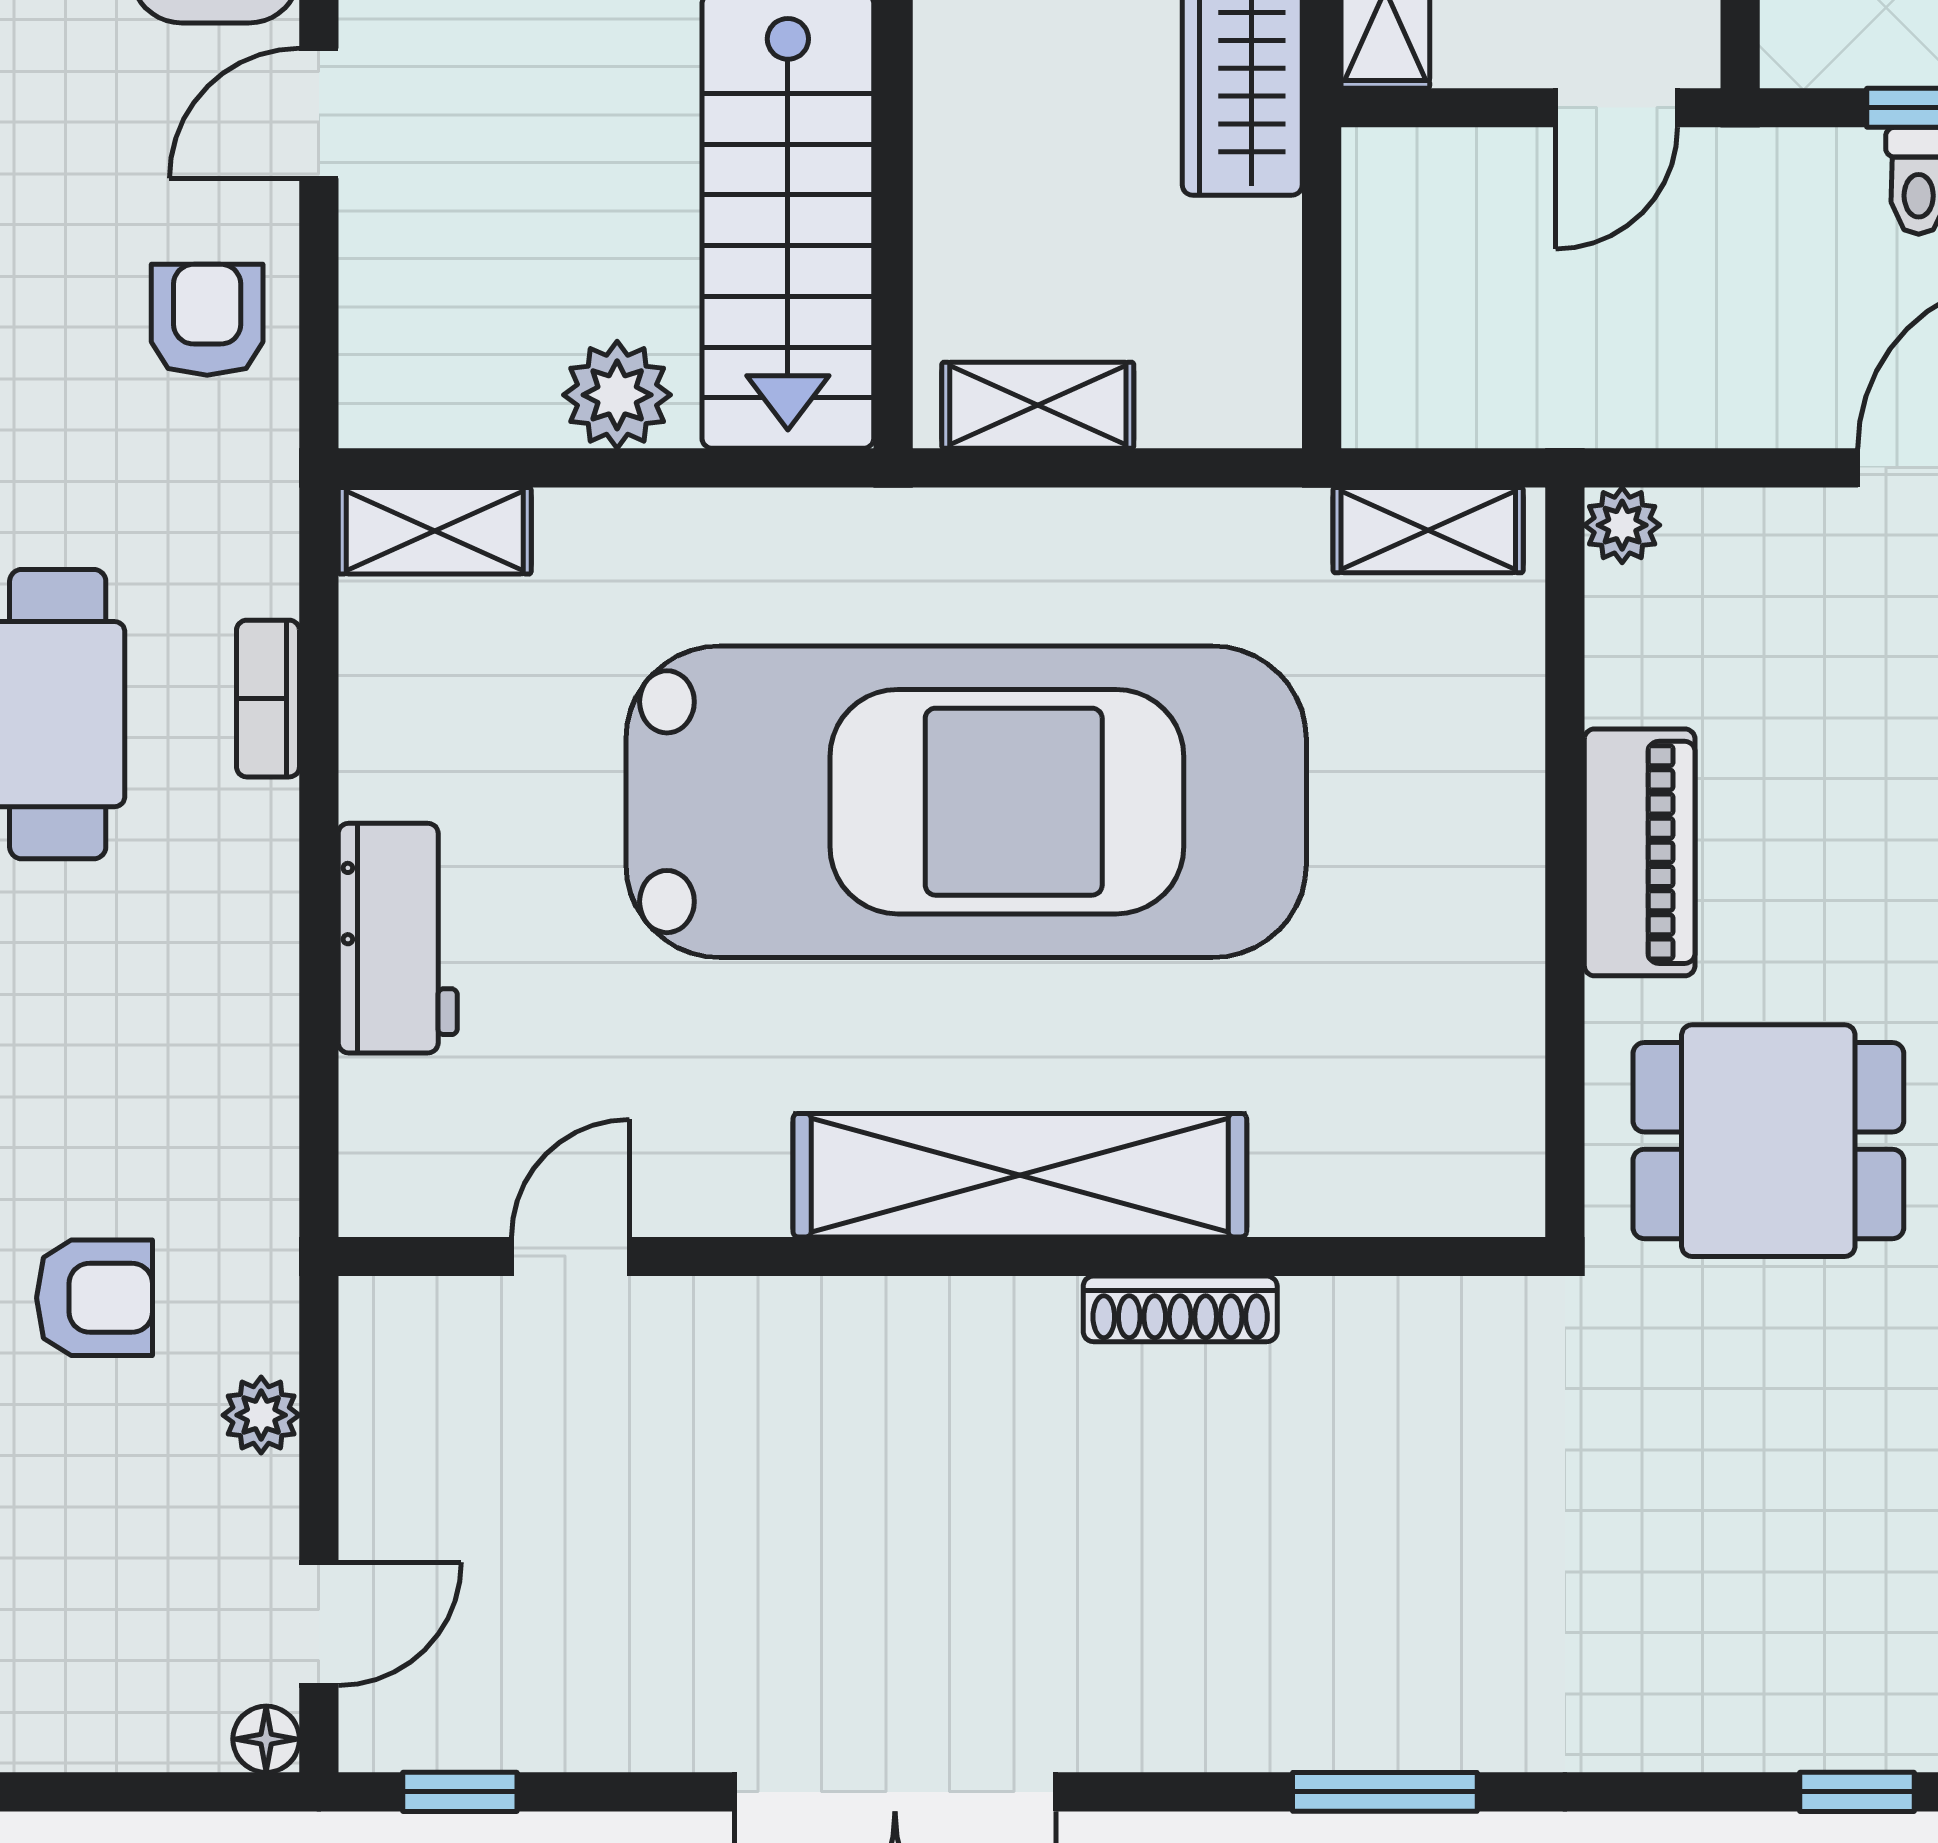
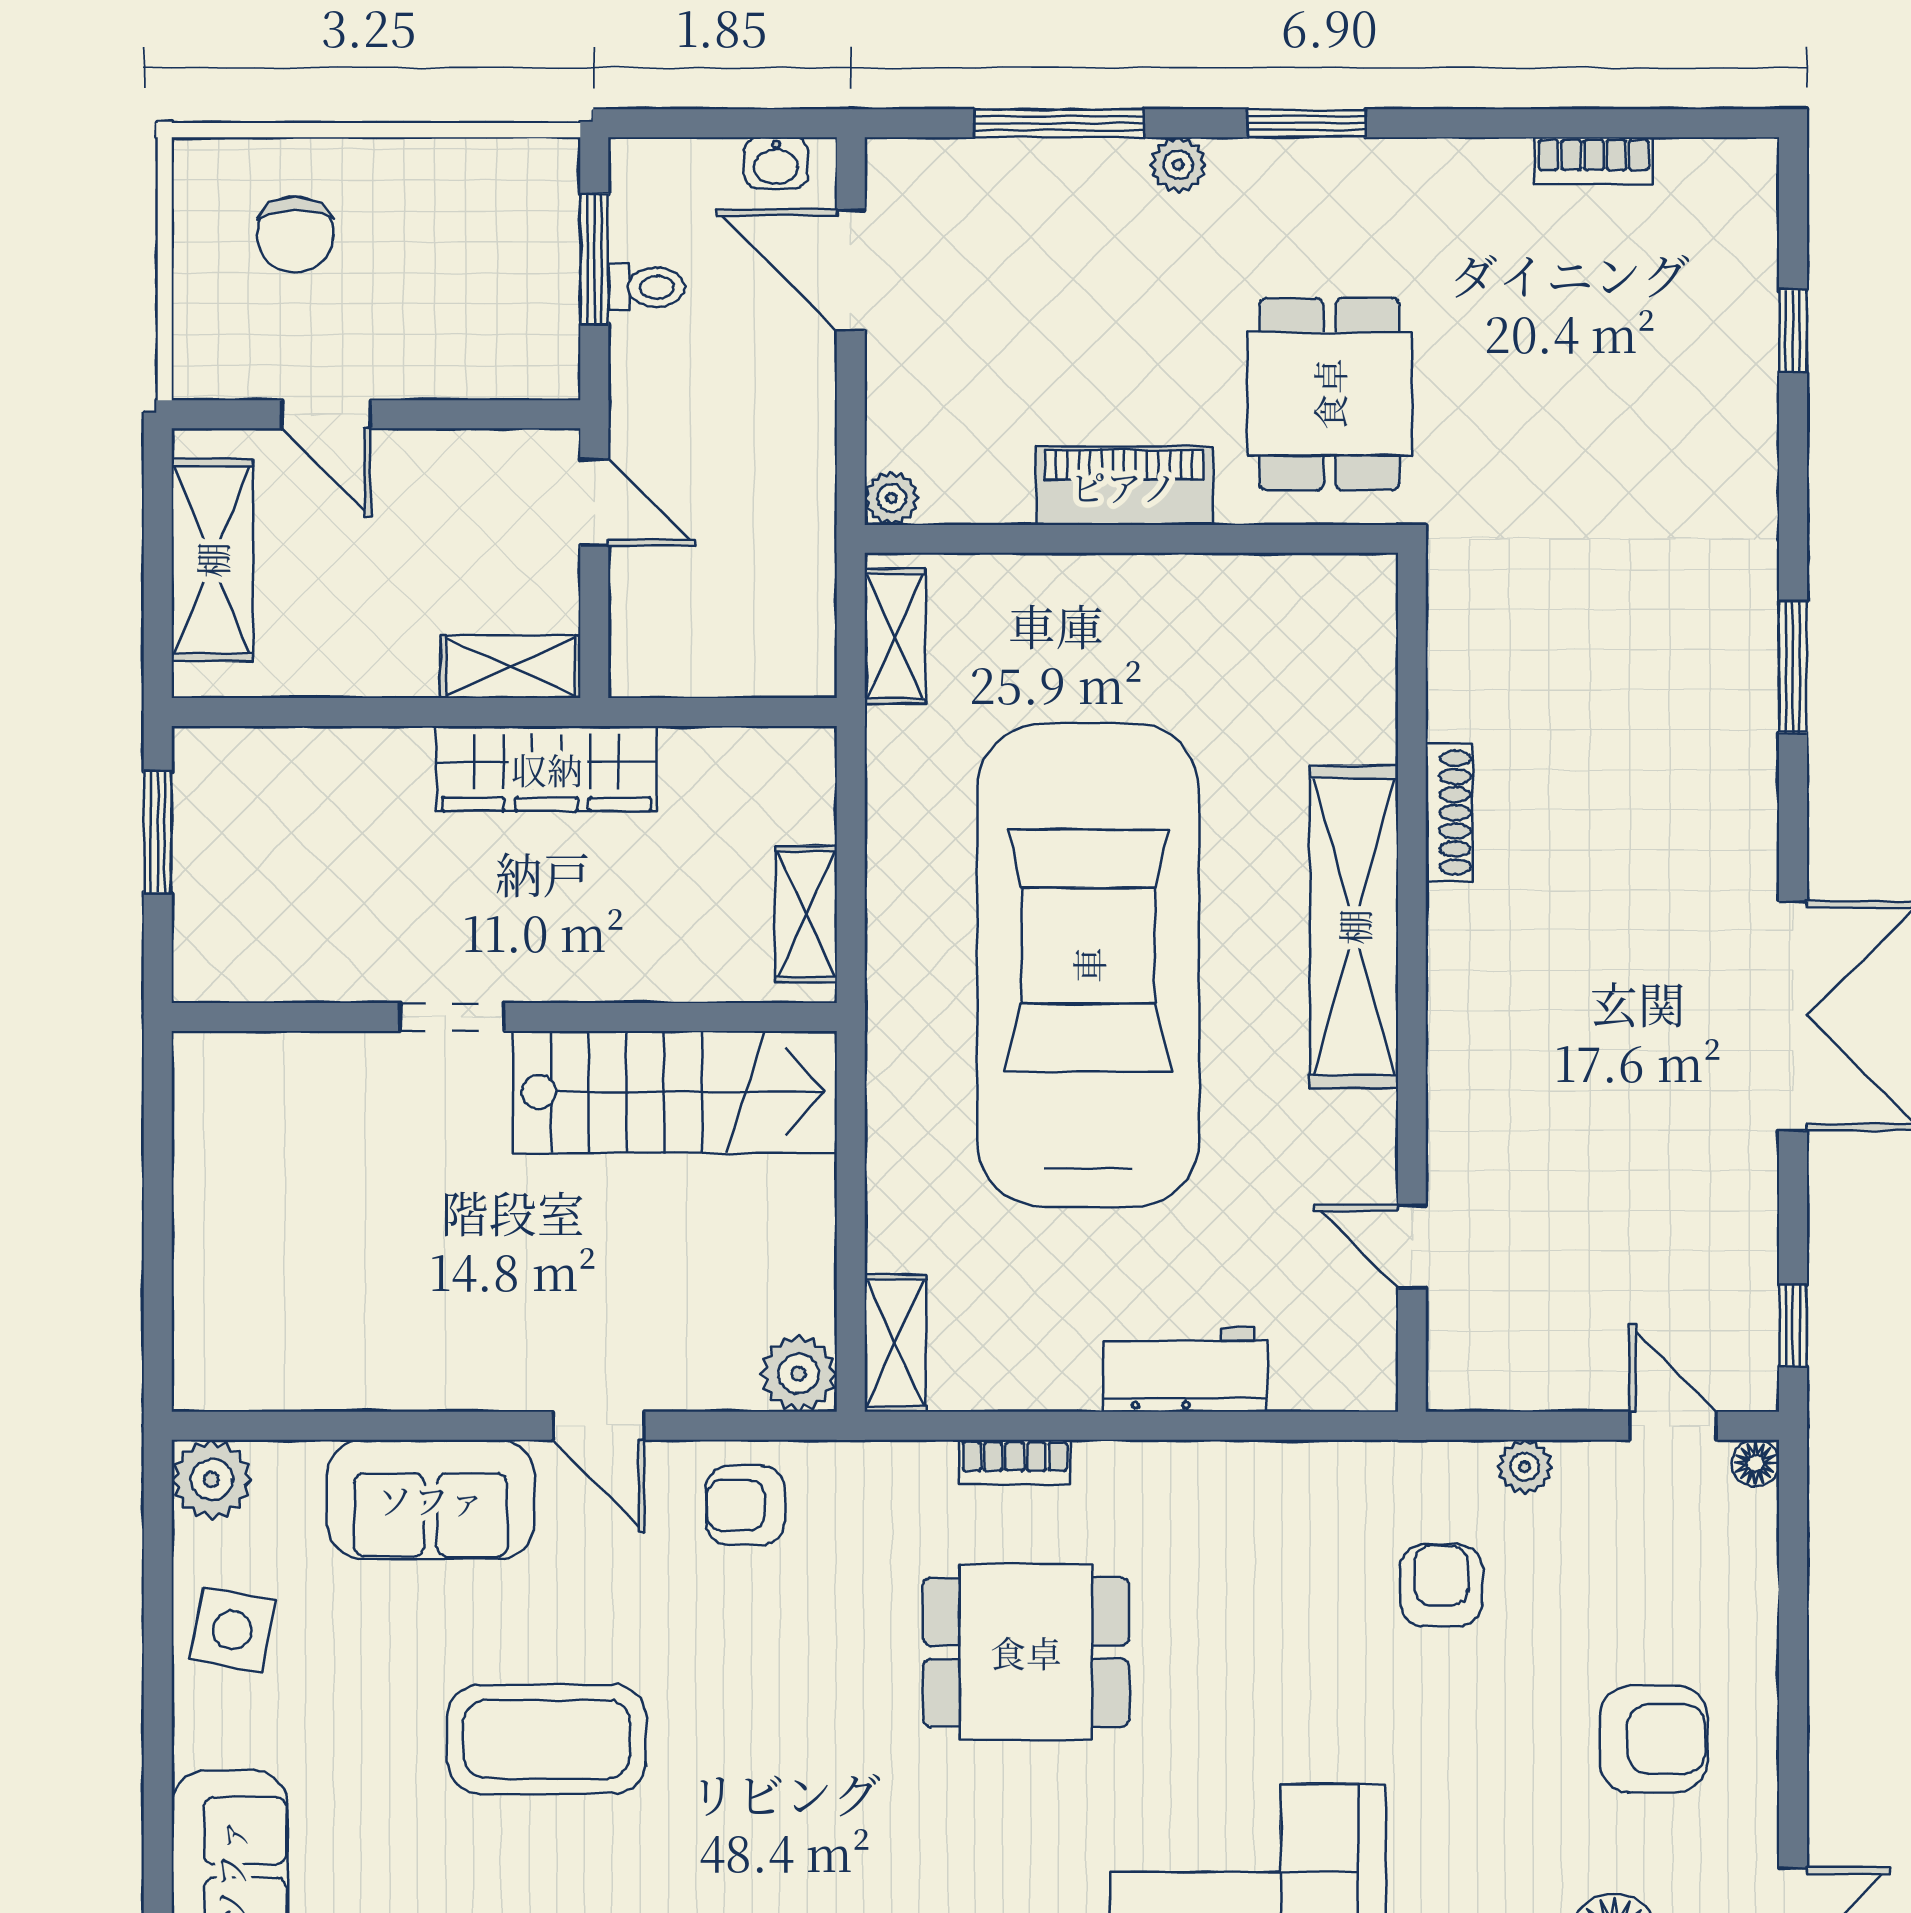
plant: (617, 395) -> (799, 1374), moved

